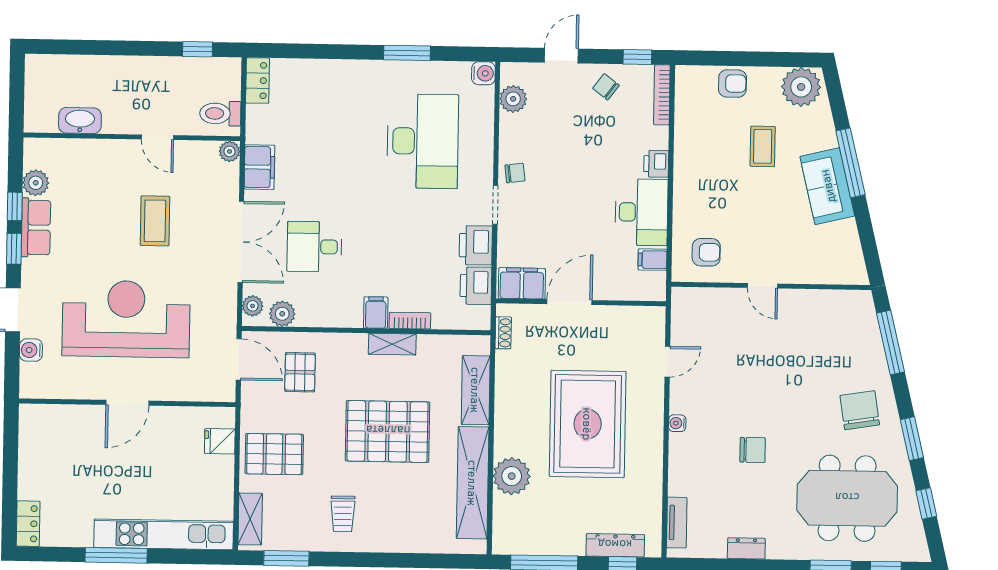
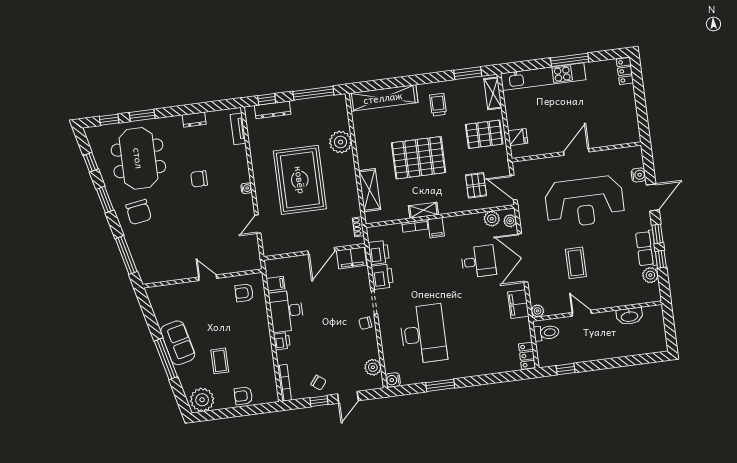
window: (637, 57) -> (319, 401), moved
desk: (423, 141) -> (423, 334), turned 180
shelving: (473, 483) -> (383, 98), moved, turned 90
meeting table: (847, 498) -> (138, 158), turned 90

